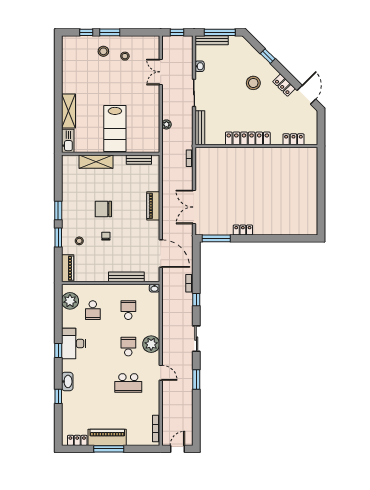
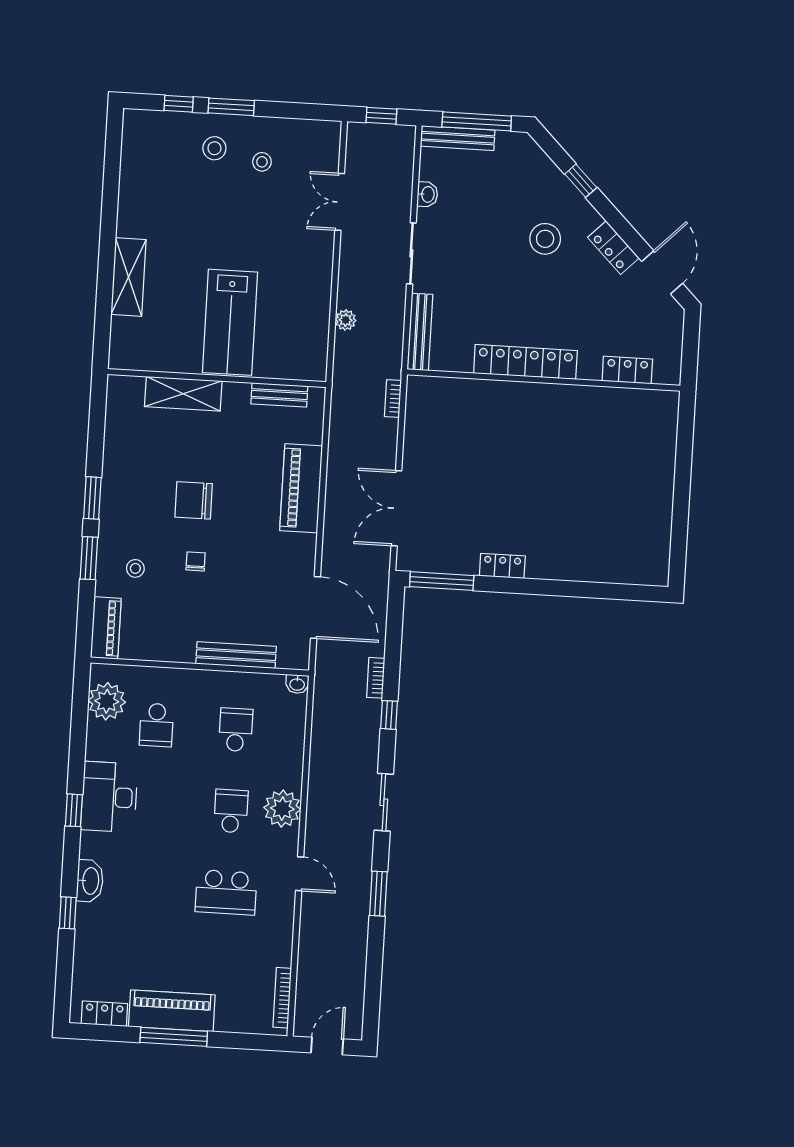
kitchen sink: (68, 141) -> (123, 344), removed
piano: (153, 206) -> (301, 488), width x1.37, depth x1.33

